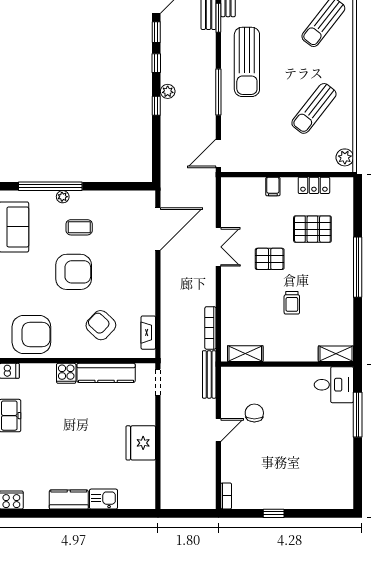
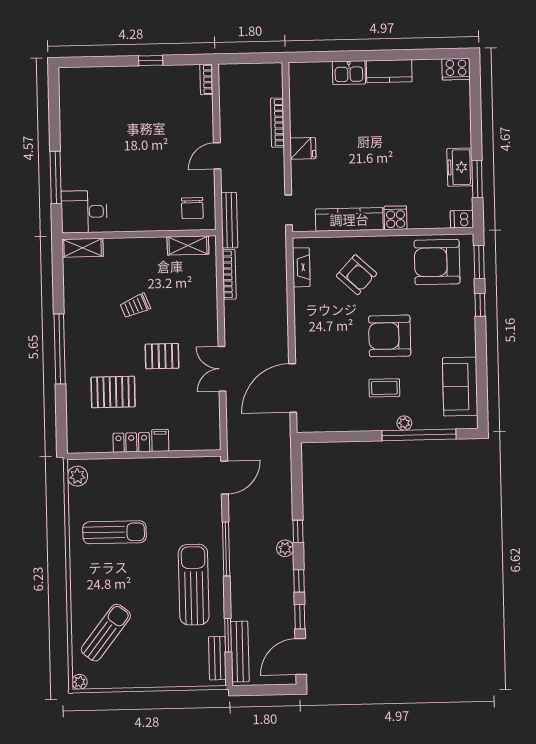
sun lounger: (314, 108) -> (115, 532), turned 52
locker: (314, 185) -> (131, 442), moved
trolley: (292, 303) -> (135, 306), turned -112
chair: (254, 413) -> (192, 208), moved
fridge: (141, 443) -> (303, 148), width x0.53, depth x0.75
bookcase: (166, 457) -> (277, 123), added

